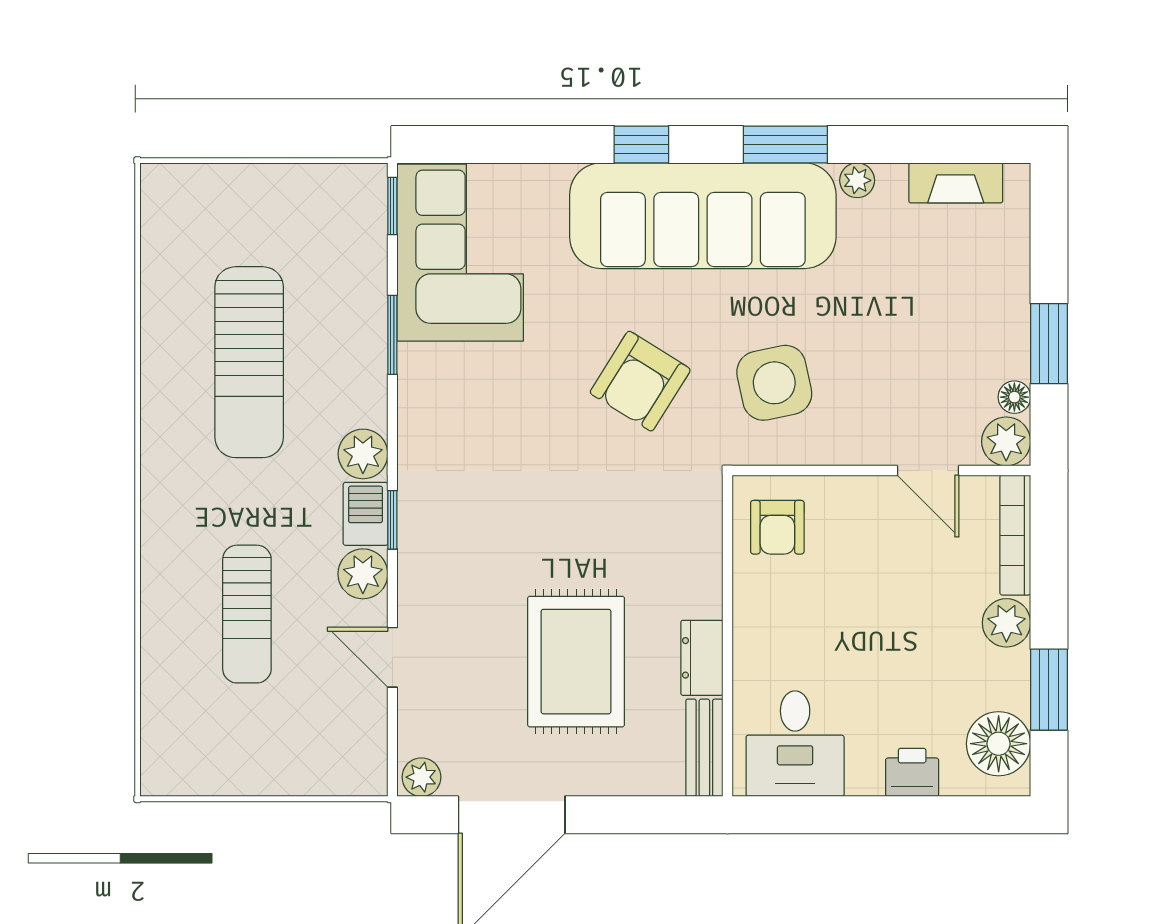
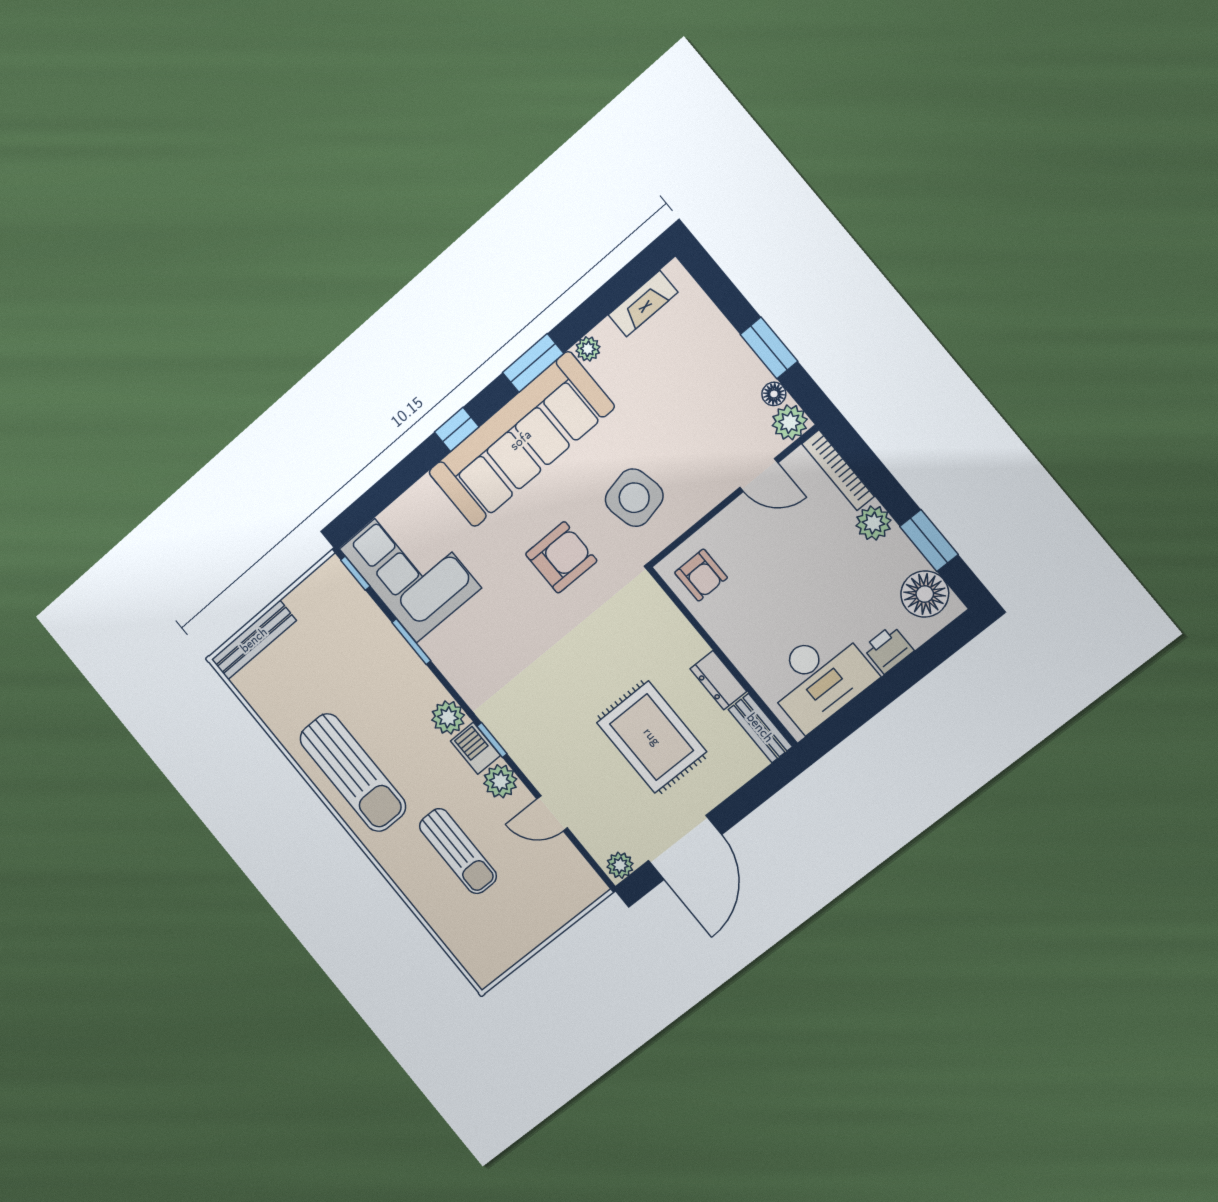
bench: (210, 182) -> (254, 640), added
sun lounger: (249, 362) -> (353, 773), moved
armchair: (640, 381) -> (561, 557), turned -122
desk: (795, 744) -> (819, 678), width x1.37

